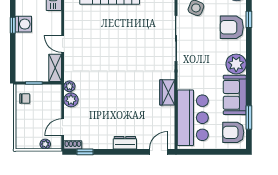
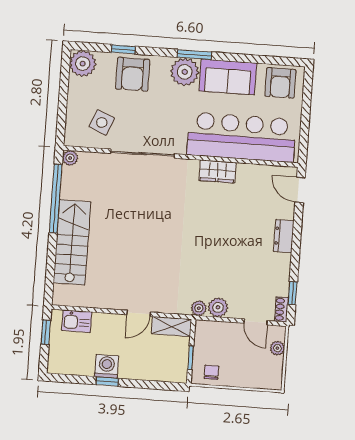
bar counter: (193, 118) -> (241, 137), width x1.36
window: (249, 118) -> (194, 55), moved

